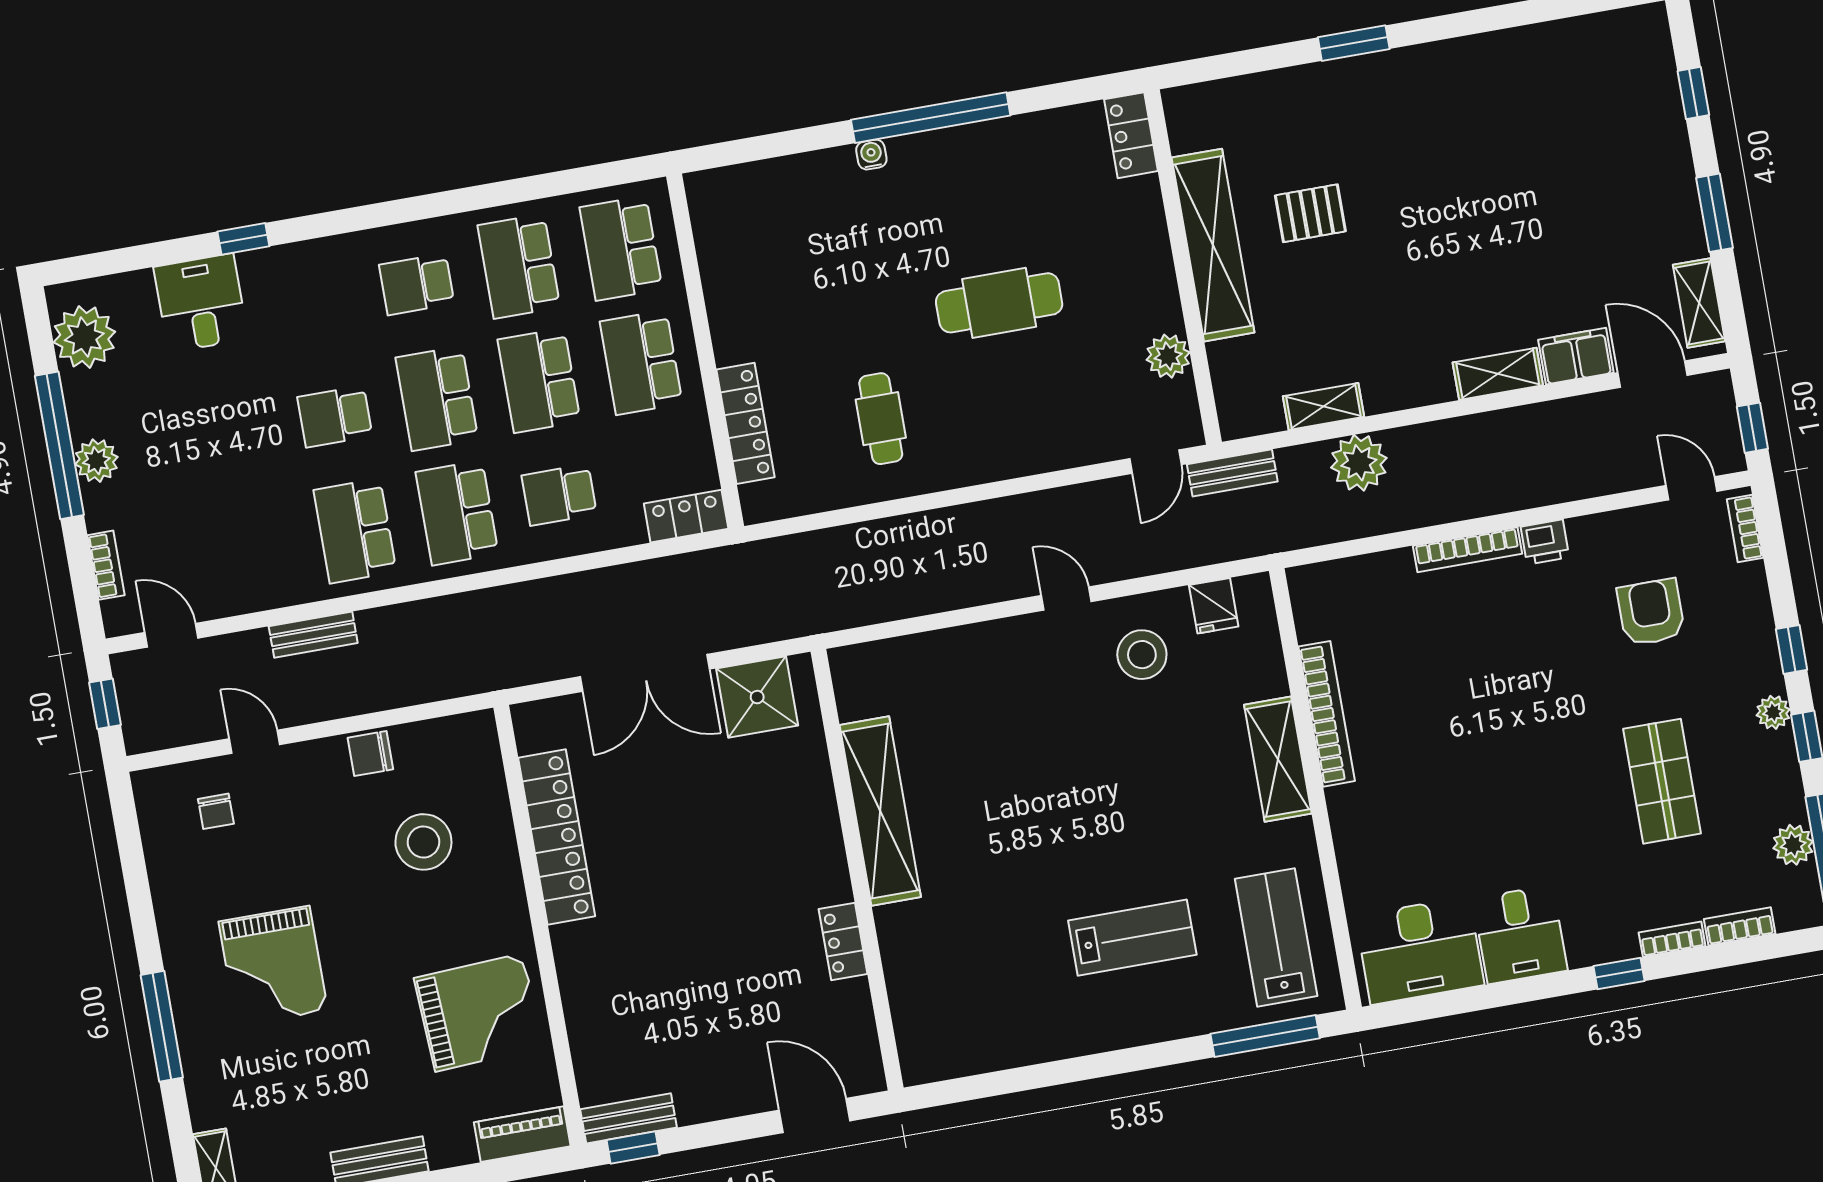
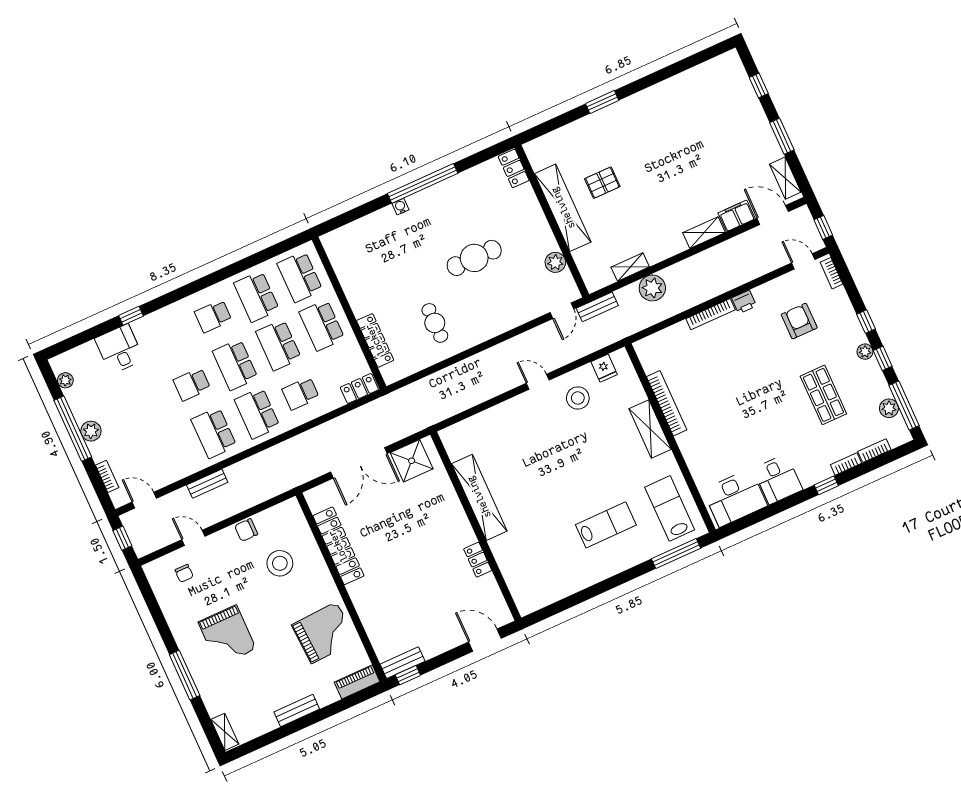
plant: (84, 337) -> (65, 380), width x0.53, depth x0.53

